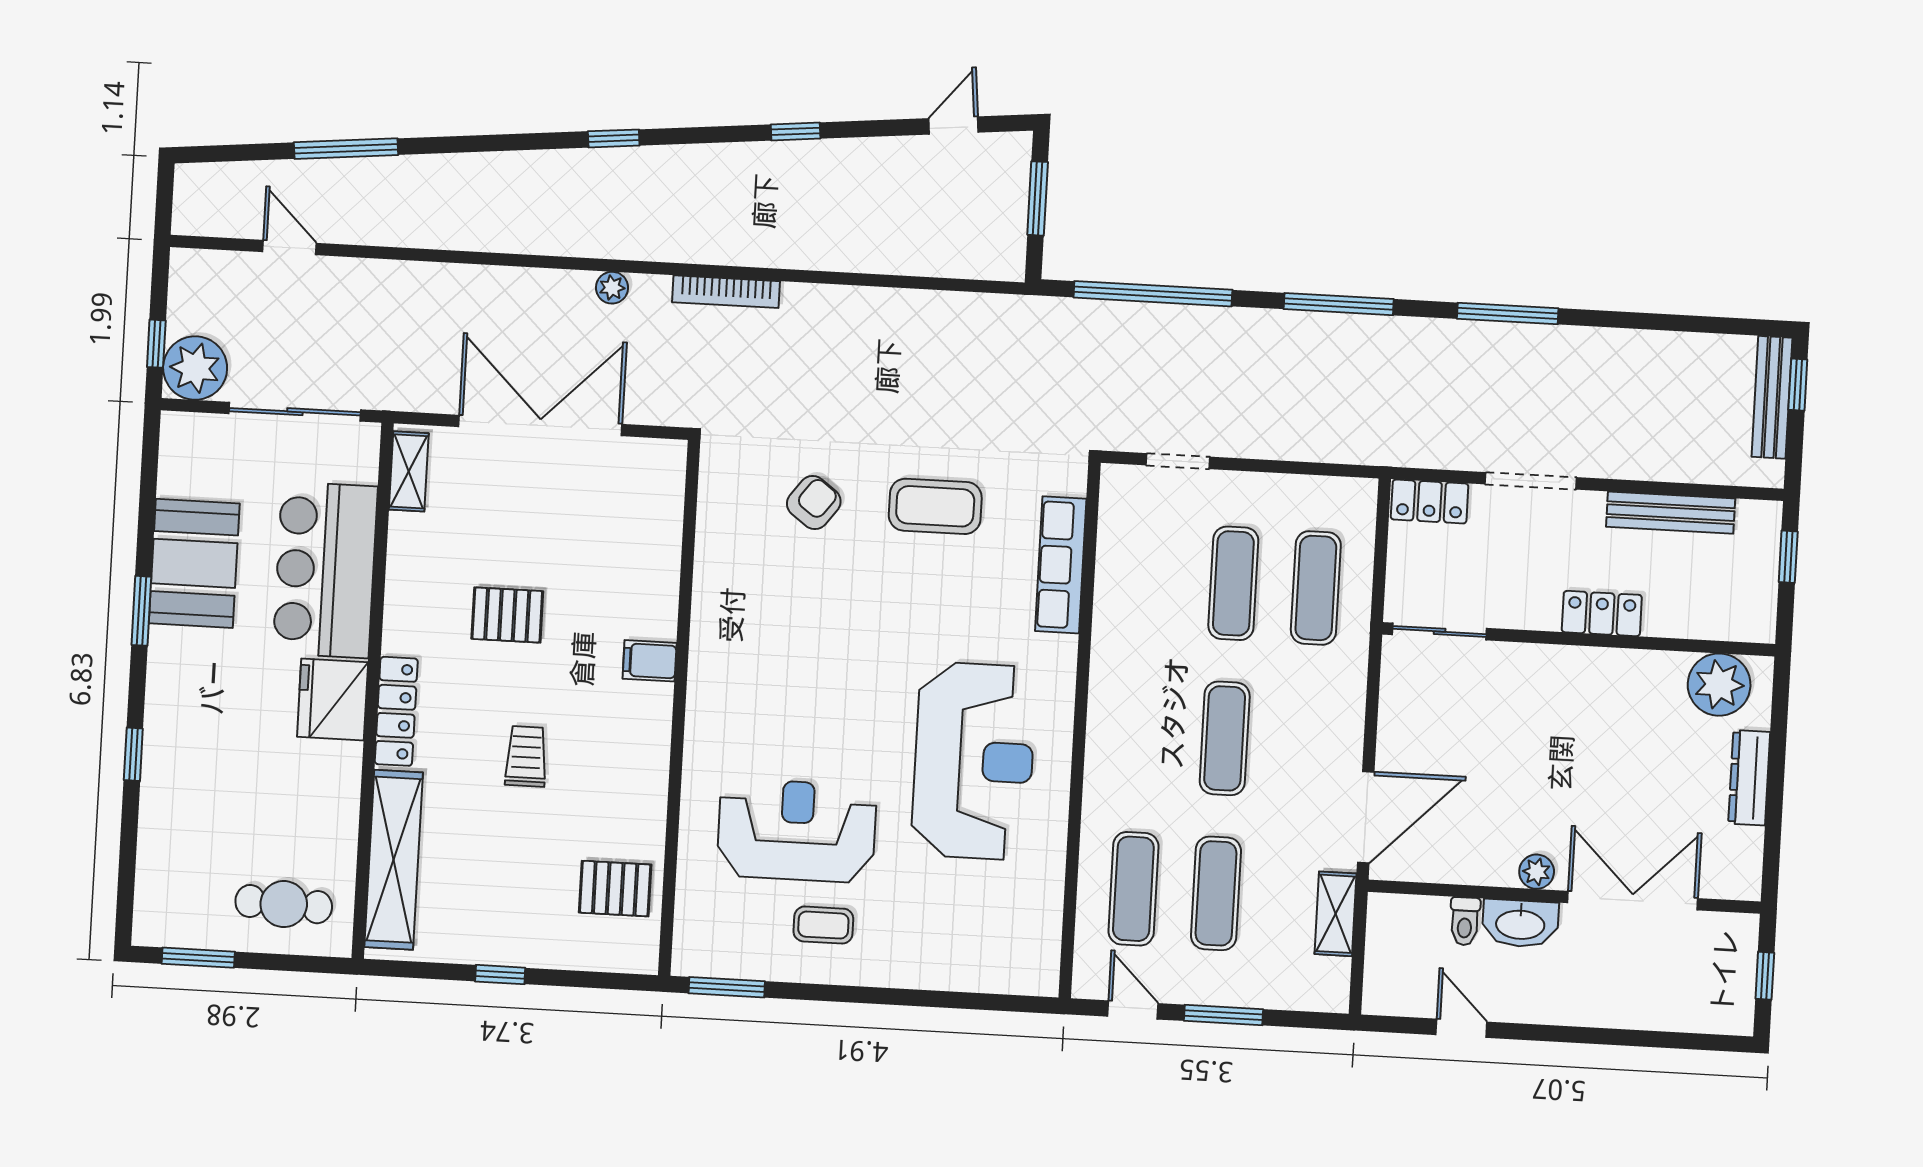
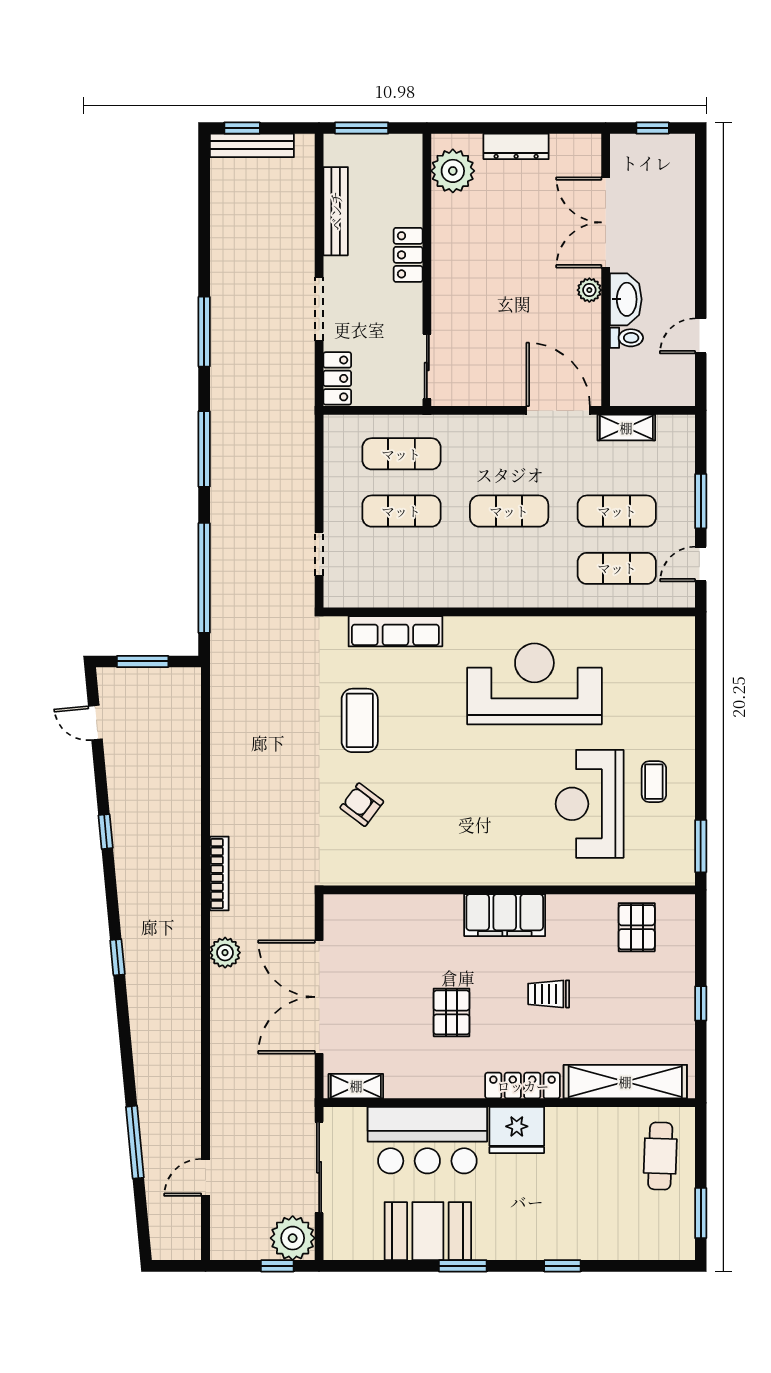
plant: (612, 288) -> (225, 953), width x1.38, depth x1.38
window: (1788, 557) -> (362, 128), width x1.50
filing cabinet: (650, 661) -> (505, 915), width x3.00, depth x1.17

